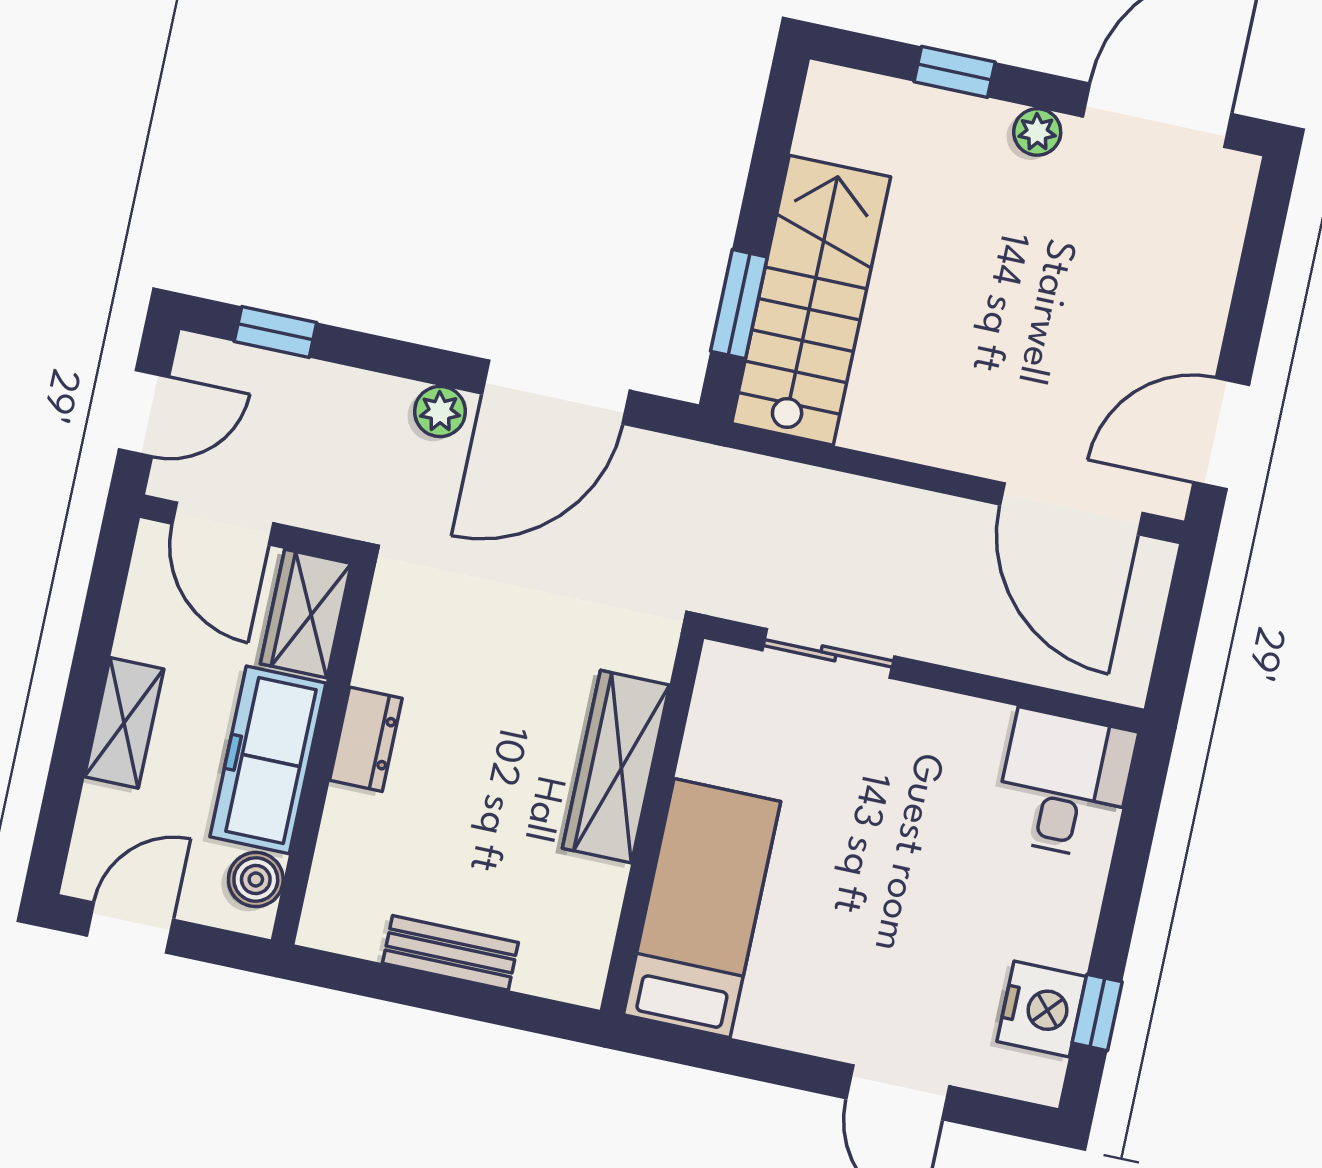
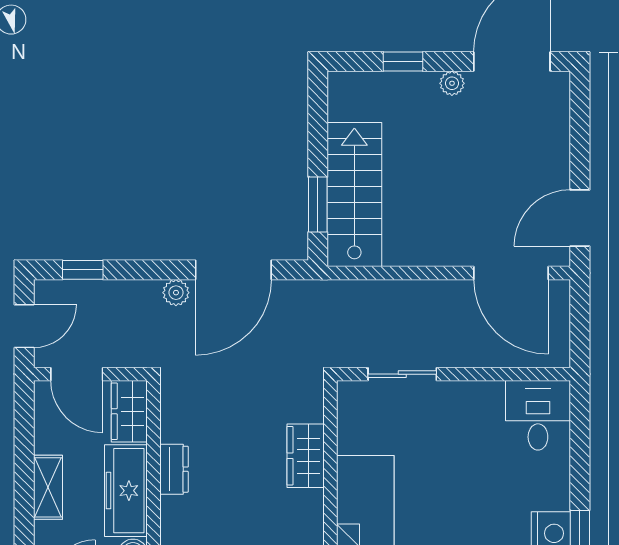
wardrobe: (616, 767) -> (306, 456), width x0.67

